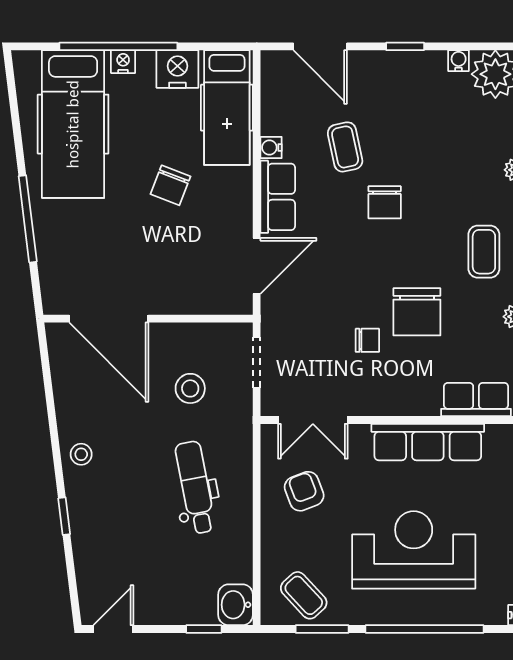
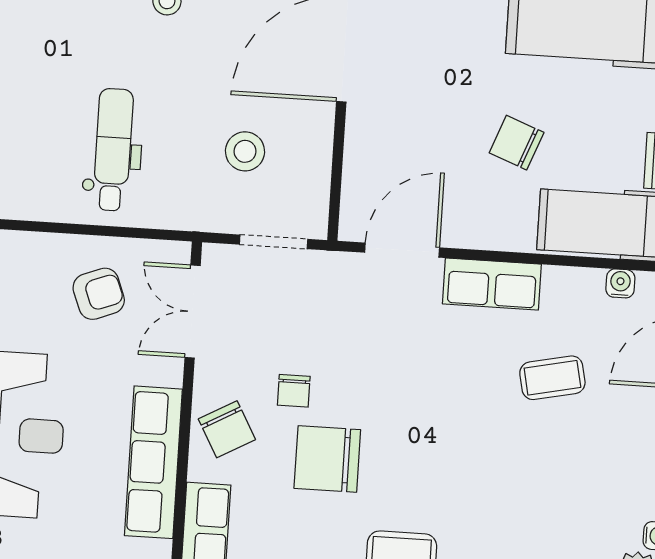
water cooler: (271, 148) -> (620, 283), moved
chair: (385, 202) -> (227, 429), moved, turned -119
door: (257, 266) -> (402, 250), swing flipped
dental chair: (195, 487) -> (113, 150), turned -79

